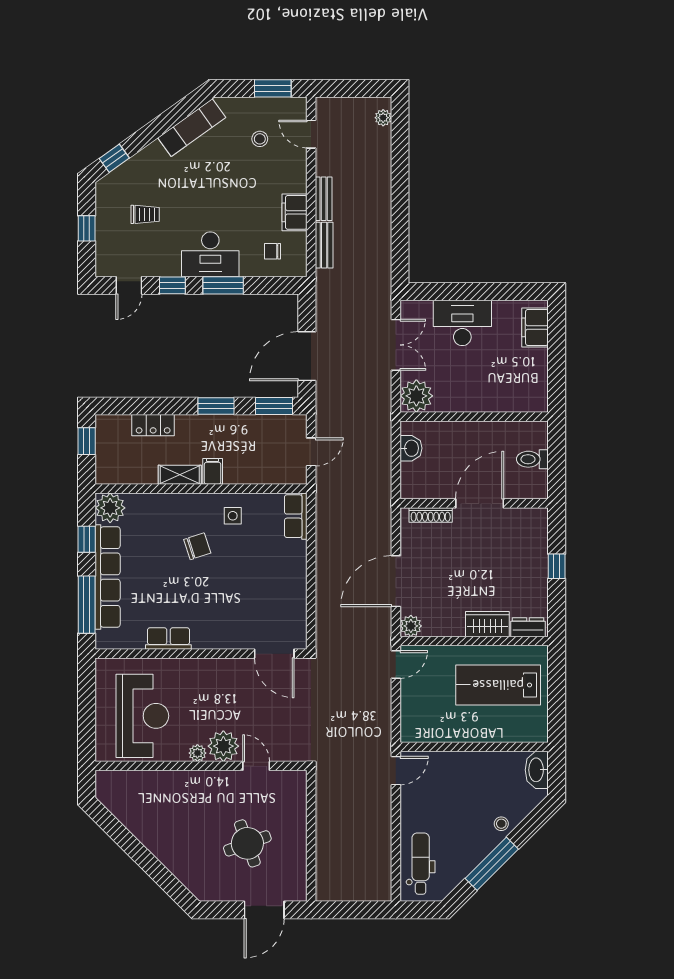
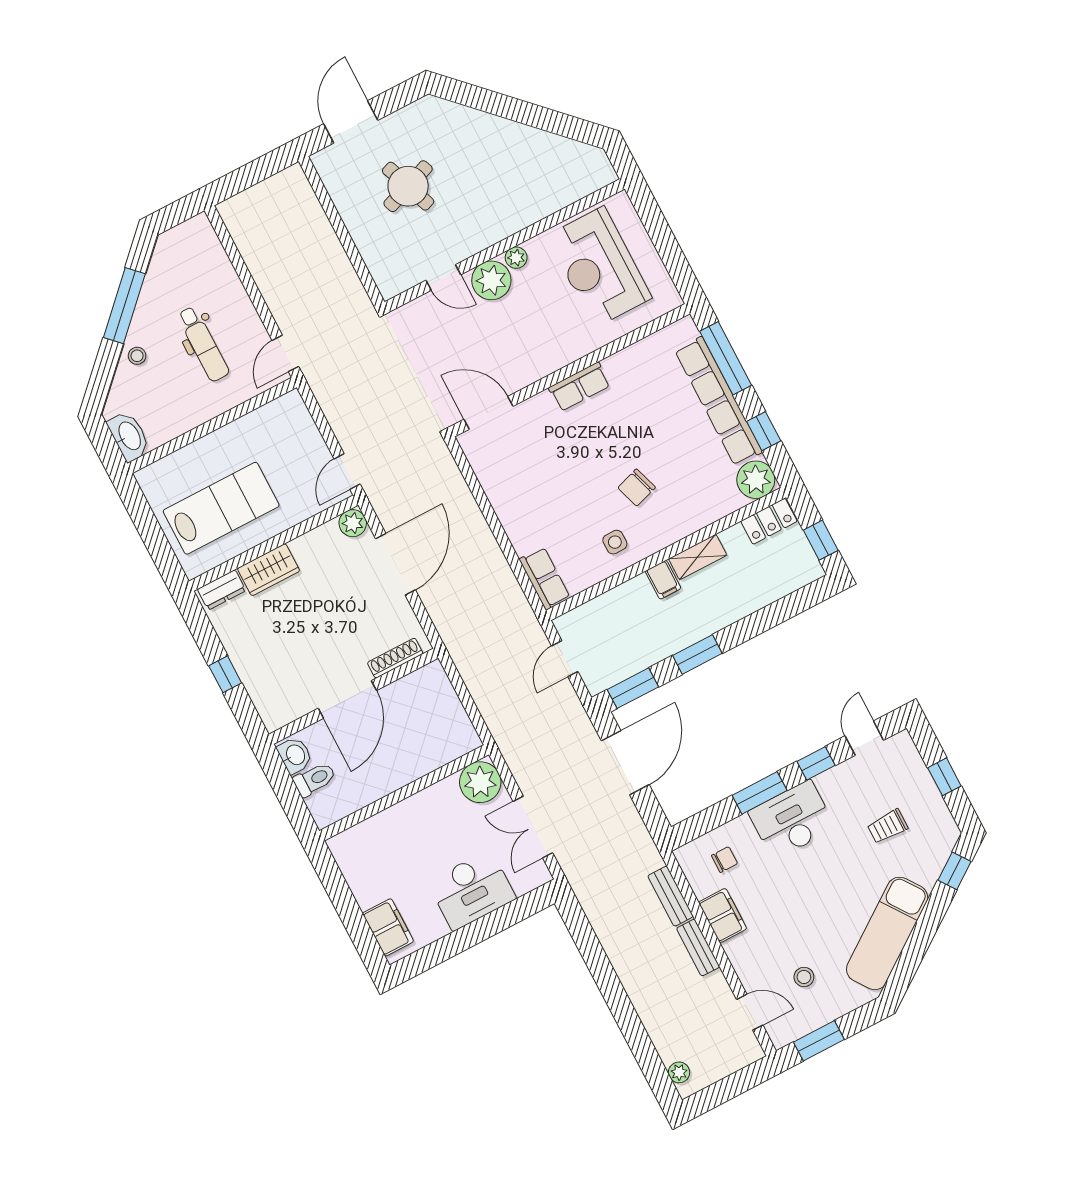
exam couch: (192, 128) -> (887, 933), width x1.36, depth x1.45
locker: (153, 425) -> (769, 521), moved, turned 180
washbasin: (411, 448) -> (295, 755), moved, turned 180
row of seats: (168, 639) -> (580, 387), moved
dental chair: (421, 864) -> (203, 344), moved

